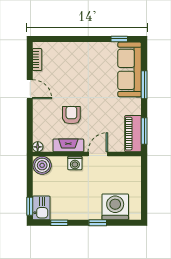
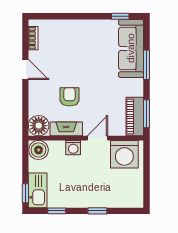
floor lamp: (38, 147) -> (39, 126), width x1.89, depth x1.89
washing machine: (115, 207) -> (124, 154), moved, turned 180
kitchen sink: (41, 208) -> (38, 190), width x1.38

